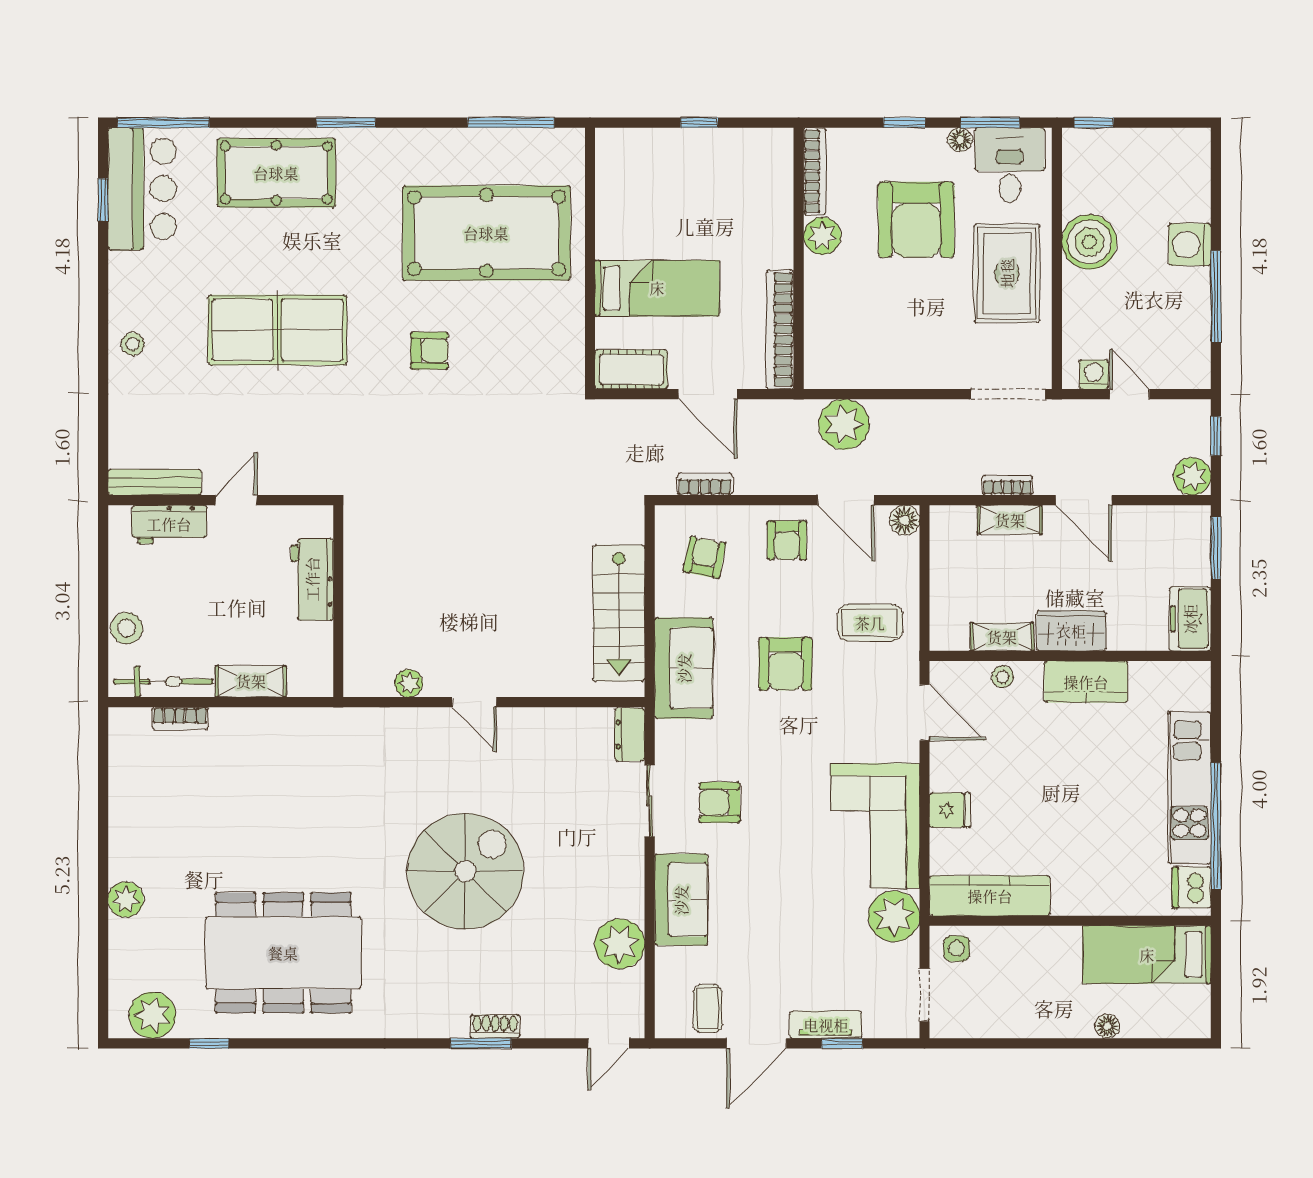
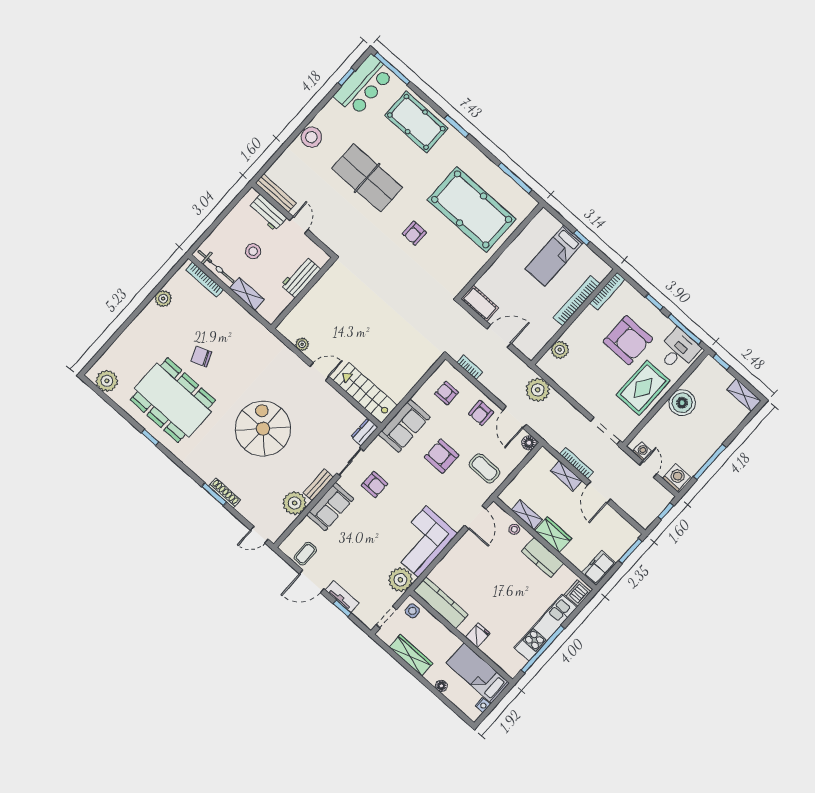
window: (990, 123) -> (685, 329), width x1.44
floor lamp: (960, 140) -> (669, 326), removed
shelving: (1176, 143) -> (744, 395), added
armchair: (916, 220) -> (628, 340), turned -90
plant: (822, 236) -> (560, 350), moved
washing machine: (1190, 244) -> (676, 478), moved, turned 90
bed: (657, 288) -> (554, 256), moved, turned 90
bookcase: (780, 329) -> (577, 301), moved
stool: (133, 344) -> (311, 137), width x1.89, depth x1.89
armchair: (429, 351) -> (414, 233), turned 90
door: (708, 394) -> (499, 336), swing flipped
plant: (1192, 476) -> (645, 518), removed
bookcase: (1007, 485) -> (576, 463), width x1.56
door: (236, 500) -> (299, 225), hinge flipped
armchair: (705, 557) -> (447, 393), turned -101
stairs: (619, 613) -> (365, 393), moved, turned 90
stool: (127, 628) -> (253, 251), moved
armchair: (785, 664) -> (442, 456), turned 90
door: (474, 702) -> (319, 372), swing flipped
bookcase: (180, 718) -> (205, 280), width x1.56
armchair: (720, 802) -> (375, 484), turned 180
fridge: (950, 810) -> (478, 635), moved, turned -90
chair: (267, 845) -> (201, 357), added
spiral stairs: (465, 871) -> (263, 429), turned -90
bench: (632, 882) -> (318, 485), added
dishwasher: (1192, 888) -> (578, 593), moved
plant: (126, 899) -> (163, 299), moved
nightstand: (1200, 998) -> (483, 705), added
wardrobe: (1016, 1020) -> (411, 655), added
shoe rack: (495, 1026) -> (225, 493), width x1.43
window: (209, 1043) -> (150, 437), moved

